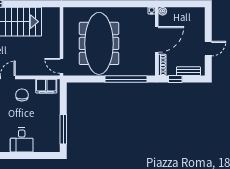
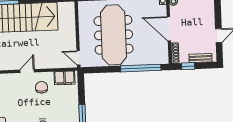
door: (157, 39) -> (169, 29), swing flipped

